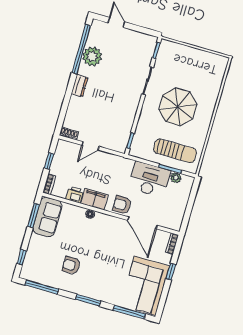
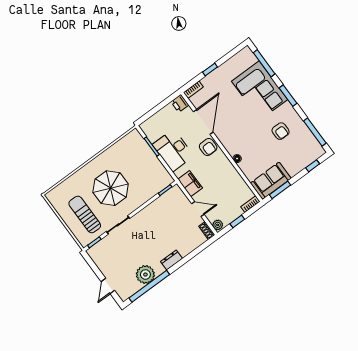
sun lounger: (175, 151) -> (85, 214), moved
plant: (176, 178) -> (218, 225), moved
printer: (75, 195) -> (180, 103), moved
filing cabinet: (94, 199) -> (190, 184), moved, turned 180
corner sofa: (145, 286) -> (260, 90), moved, turned 90

